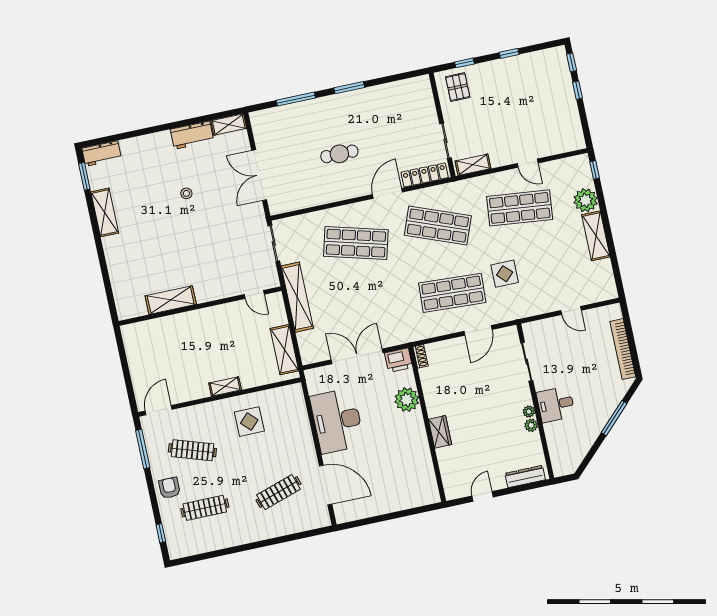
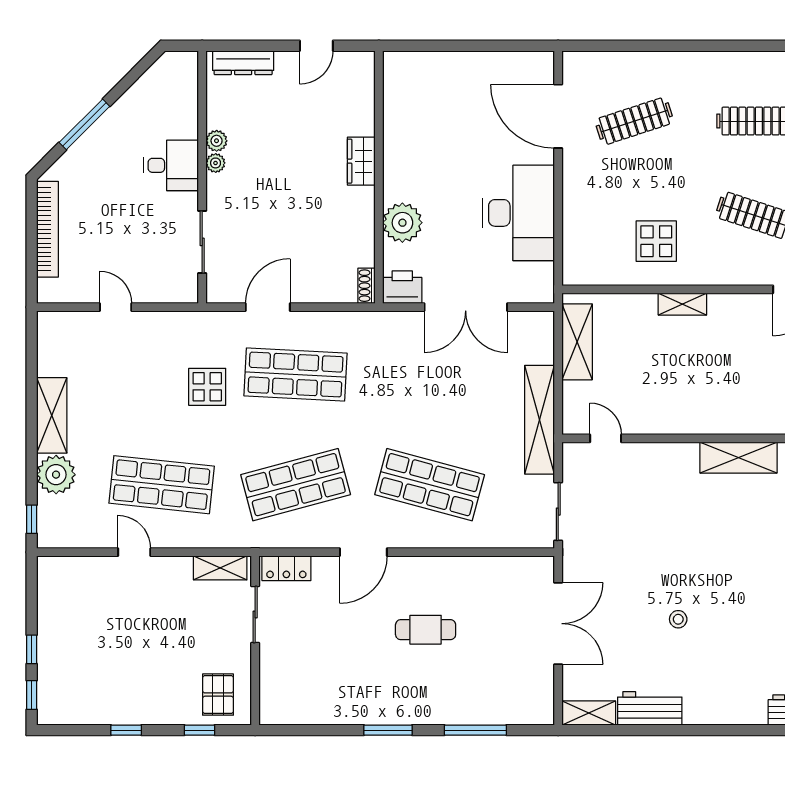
locker: (425, 175) -> (286, 568), width x0.66
shop shelf: (438, 226) -> (296, 485), turned -36

